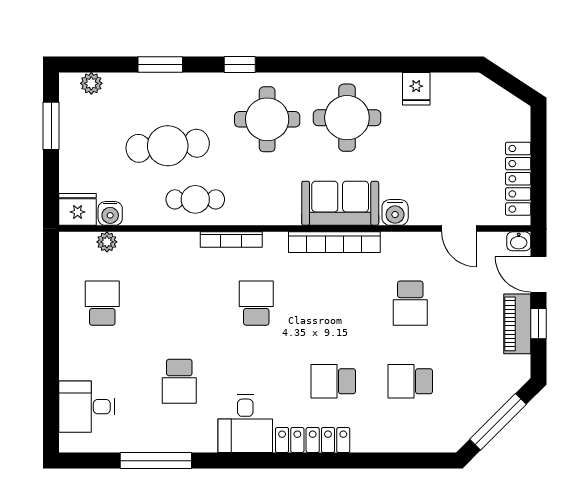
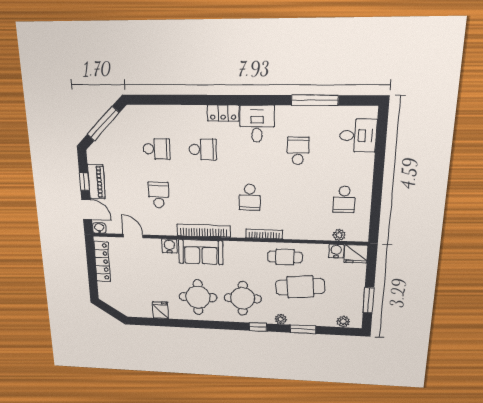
plant: (200, 82) -> (281, 319), added
locker: (313, 440) -> (223, 113), width x0.66

